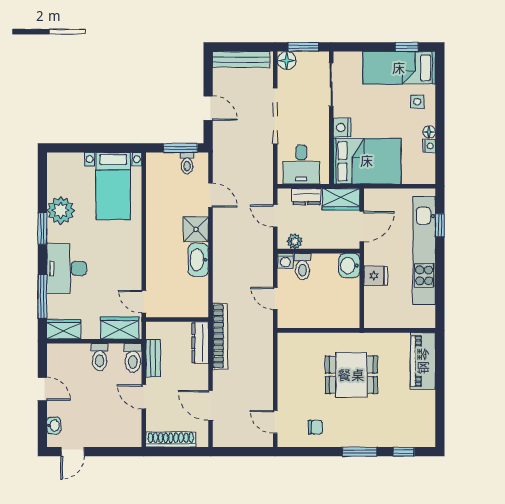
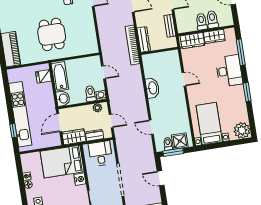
plant: (61, 210) -> (242, 130), moved
shower: (196, 229) -> (180, 141), moved
fridge: (376, 276) -> (44, 76), moved
door: (144, 302) -> (184, 79), moved
bathtub: (349, 303) -> (60, 76), added
wardrobe: (64, 329) -> (214, 36), moved
toilet: (133, 358) -> (212, 19), moved
dining table: (351, 375) -> (52, 34), turned 90

